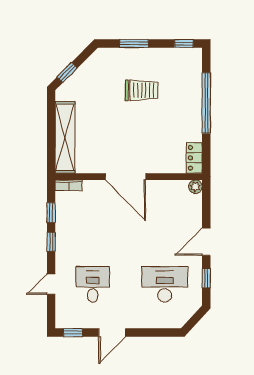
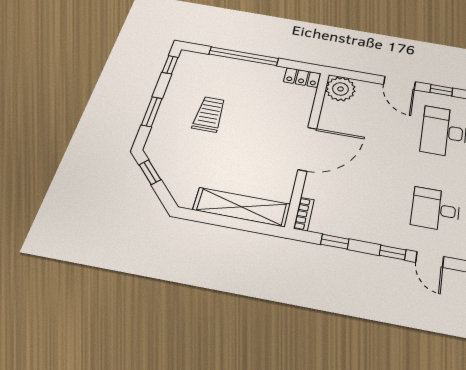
window: (67, 73) -> (150, 172), moved
plant: (195, 187) -> (340, 89), width x1.87, depth x1.87
window: (51, 242) -> (393, 253), moved

